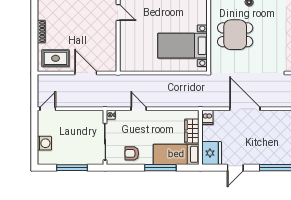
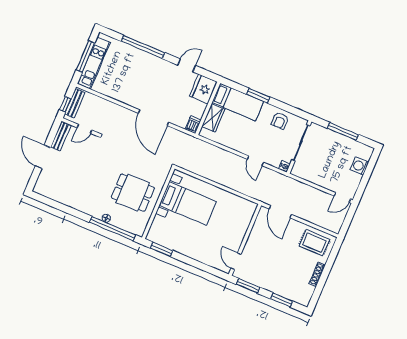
door: (86, 73) -> (280, 212), moved
armchair: (132, 153) -> (280, 121), turned 90
window: (160, 168) -> (258, 96), width x0.69

